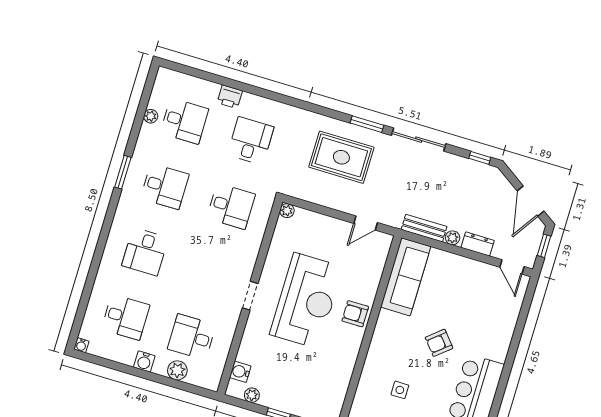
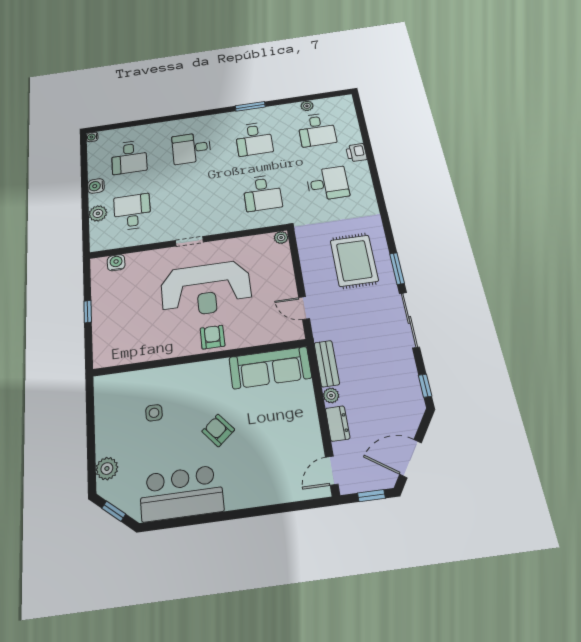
plant: (252, 395) -> (98, 281), removed

